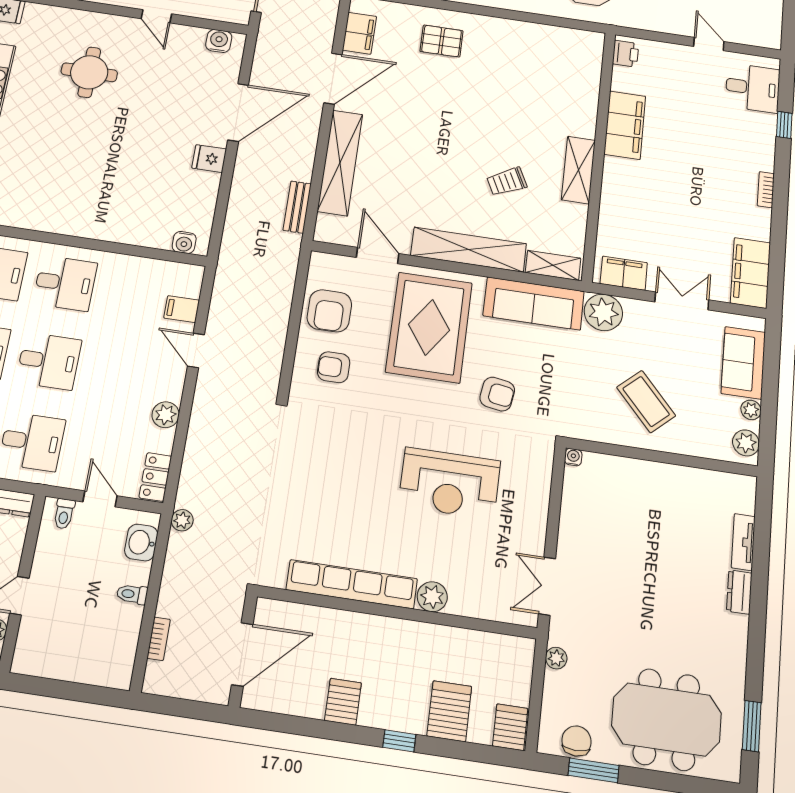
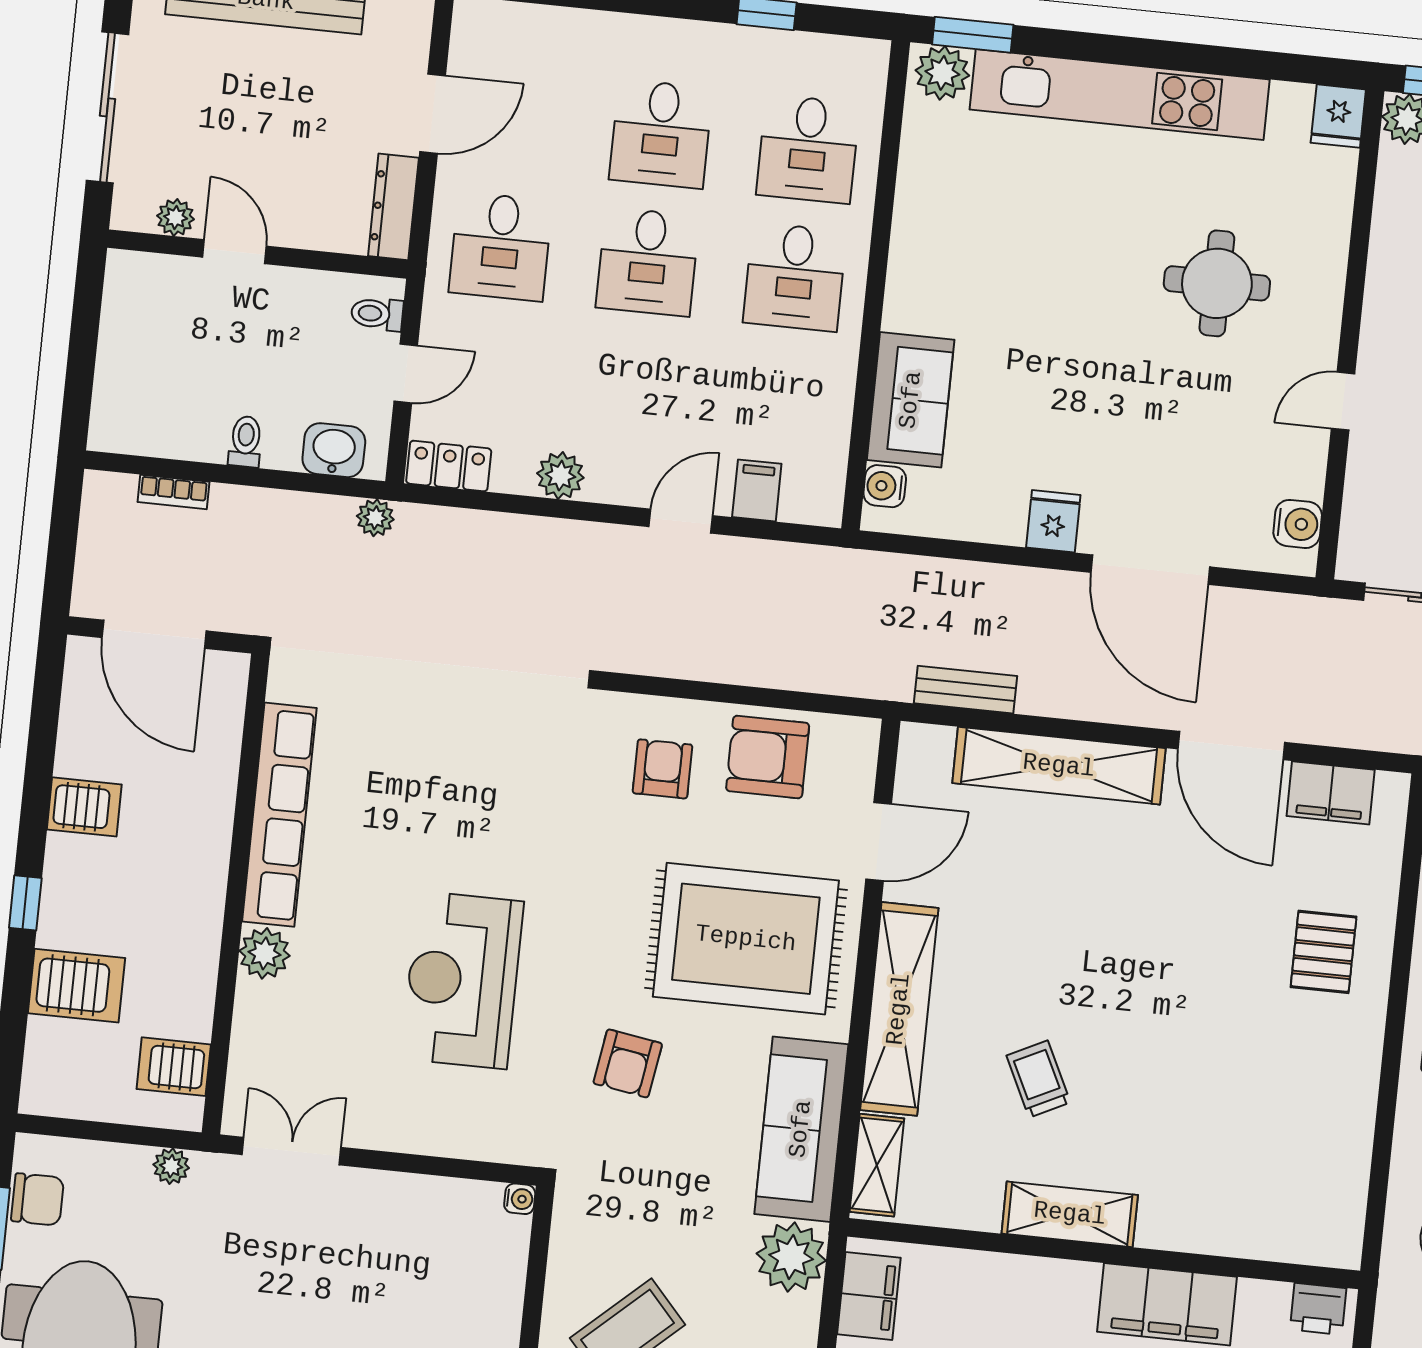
sofa: (138, 227) -> (911, 400), added
server rack: (510, 727) -> (174, 1067), moved, turned 180

